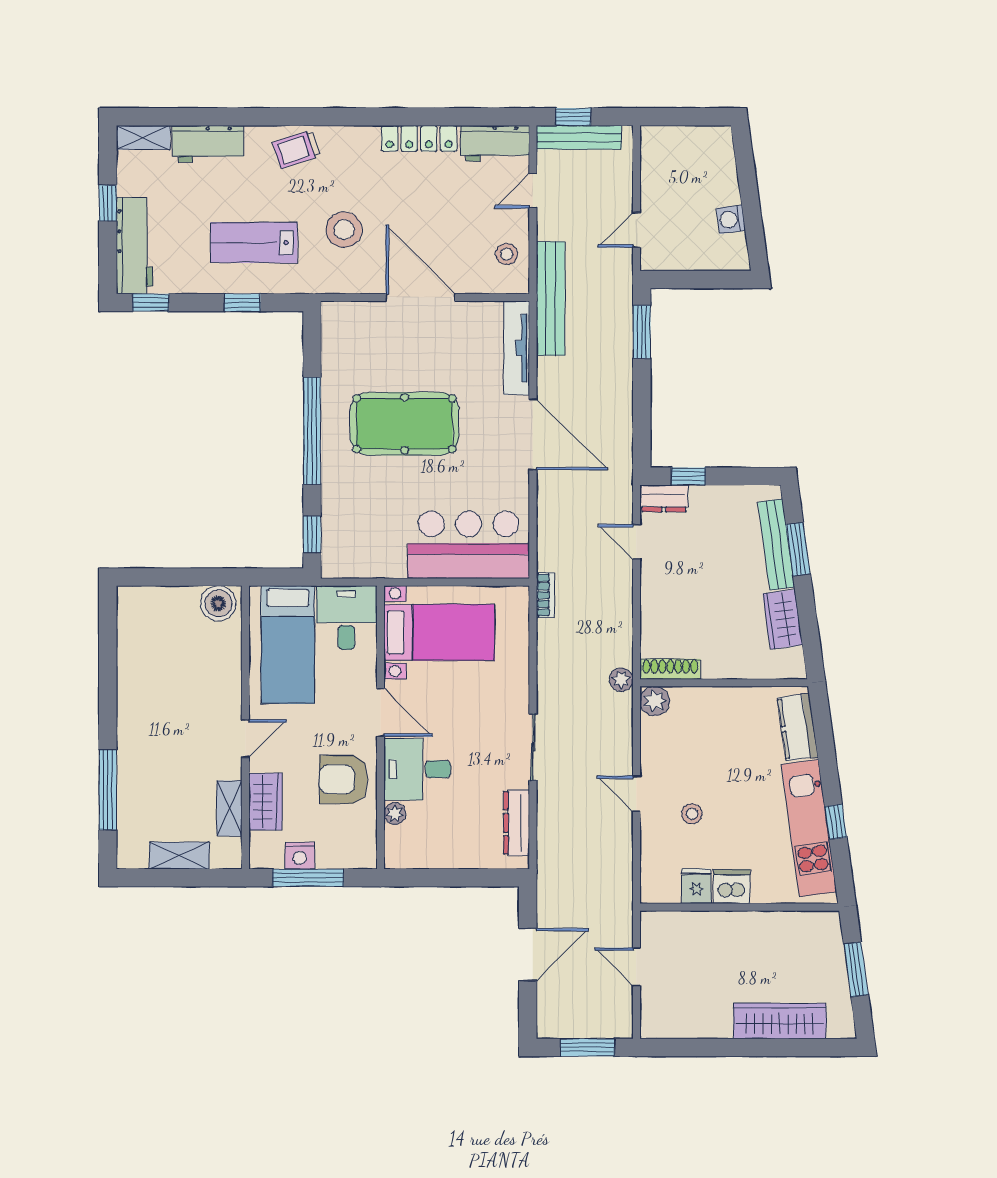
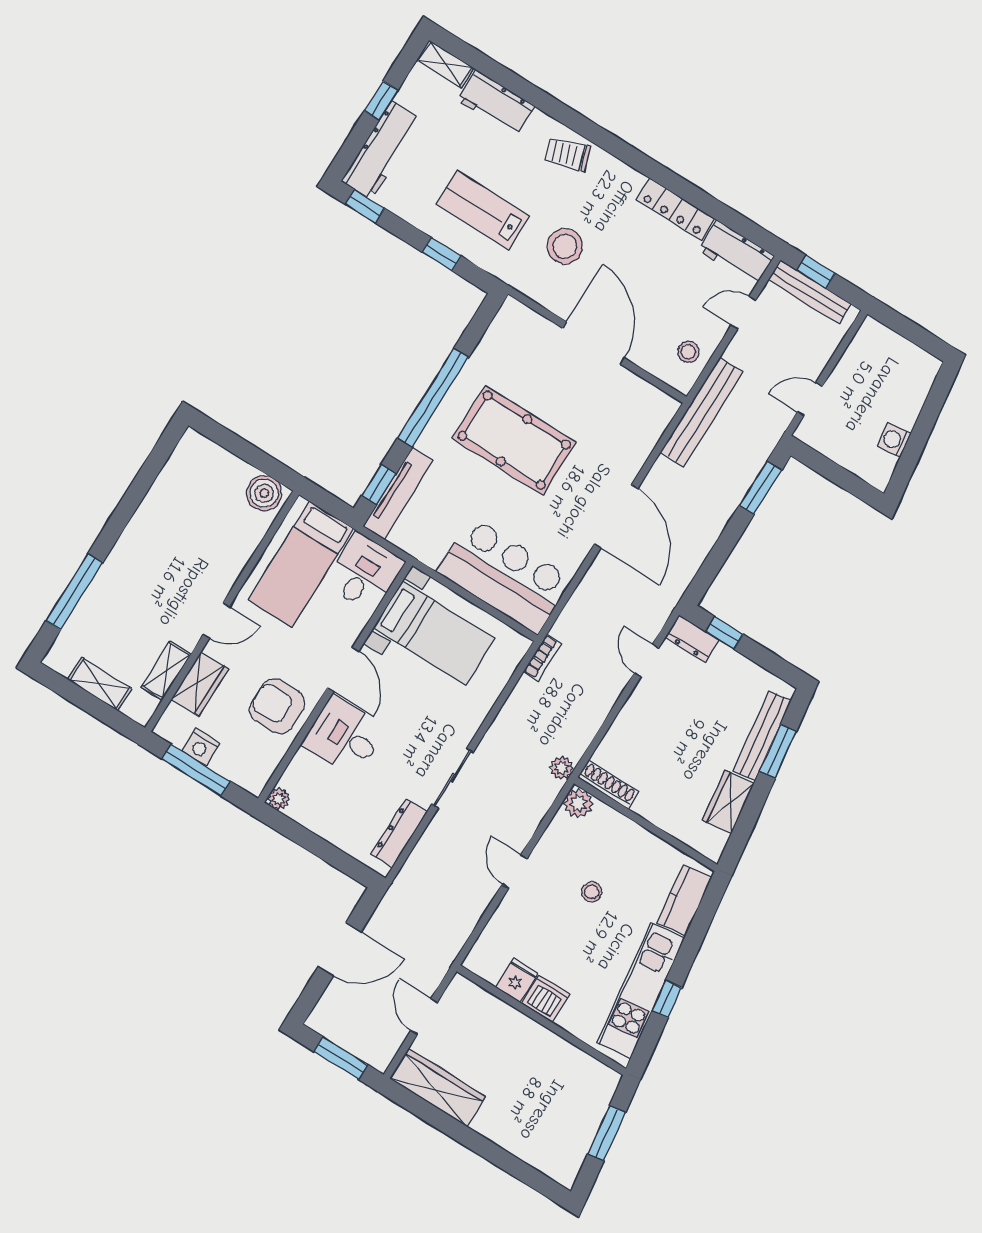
tv unit: (517, 348) -> (398, 493), moved, turned 180
plant: (395, 813) -> (279, 799), moved
stool: (692, 814) -> (592, 892), moved
wardrobe: (780, 1021) -> (437, 1088), moved

